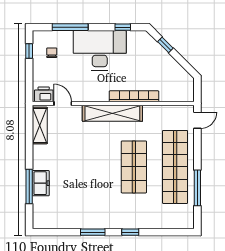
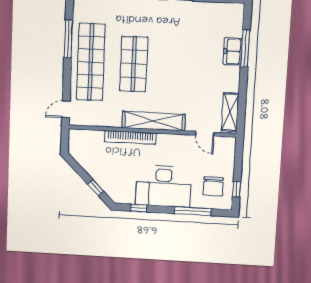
chair: (52, 53) -> (213, 186), width x1.87, depth x1.87
printer: (44, 94) -> (224, 144), removed

